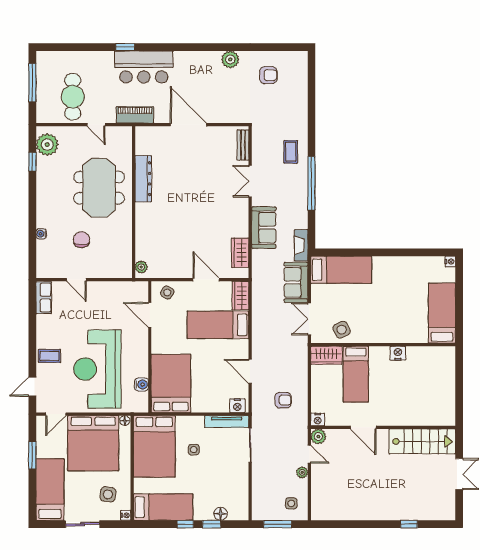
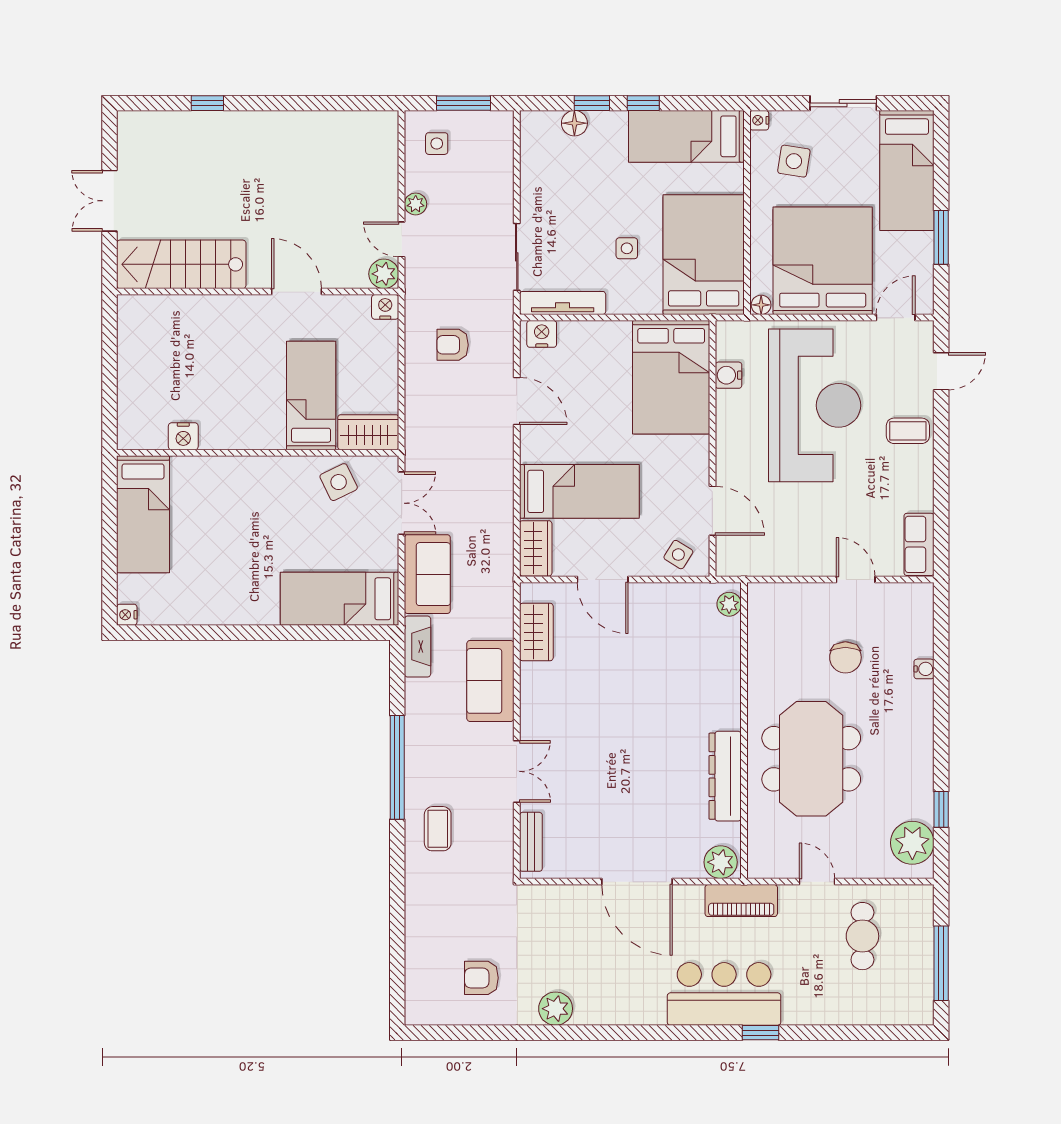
cafe table: (73, 97) -> (862, 936), width x0.73, depth x0.74
plant: (146, 135) -> (721, 862), added
nightstand: (398, 353) -> (183, 436), moved

